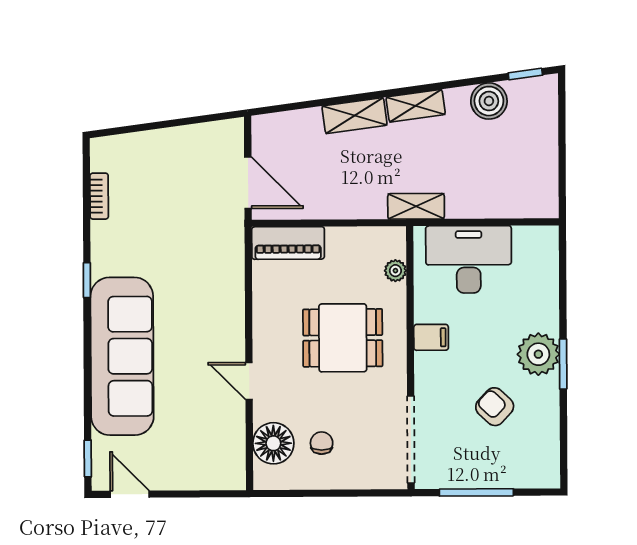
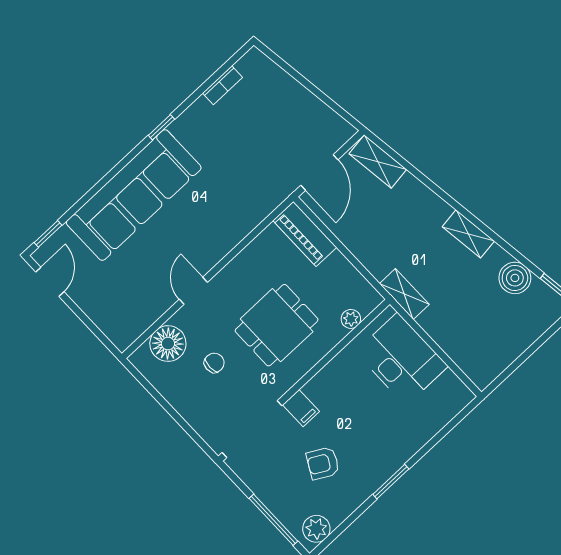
shelving: (355, 116) -> (378, 162), moved
filing cabinet: (431, 337) -> (301, 408), moved
dining table: (343, 338) -> (277, 325), turned 90
plant: (538, 354) -> (316, 529), moved, width x0.73, depth x0.73
armchair: (495, 407) -> (323, 463), turned -104
chair: (322, 443) -> (214, 363), moved
window: (476, 492) -> (273, 520), moved

